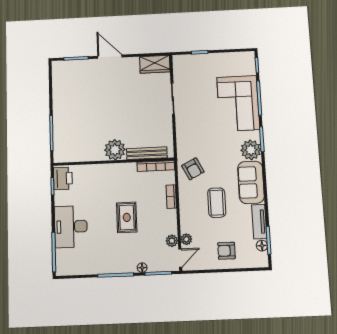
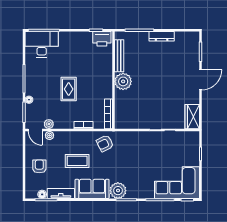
corner sofa: (238, 103) -> (177, 183), moved
dresser: (58, 106) -> (162, 36), added
bench: (147, 153) -> (119, 56), moved
rug: (127, 217) -> (69, 89), turned 90
desk: (71, 227) -> (42, 44), moved

